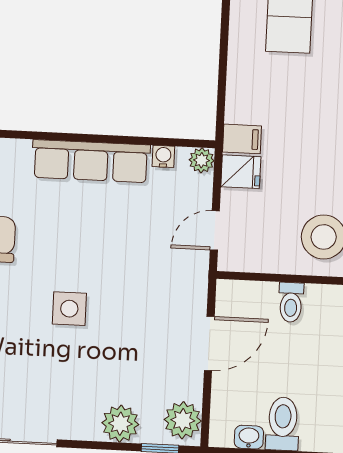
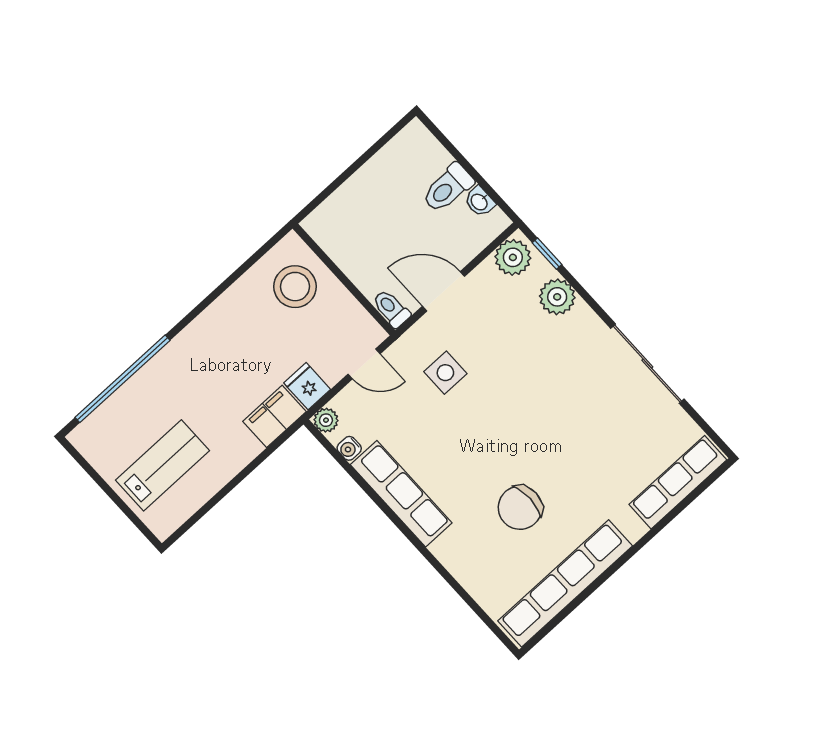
filing cabinet: (242, 139) -> (274, 416), width x2.00
toilet: (291, 302) -> (391, 309), moved, turned -90
side table: (69, 309) -> (445, 373), moved

